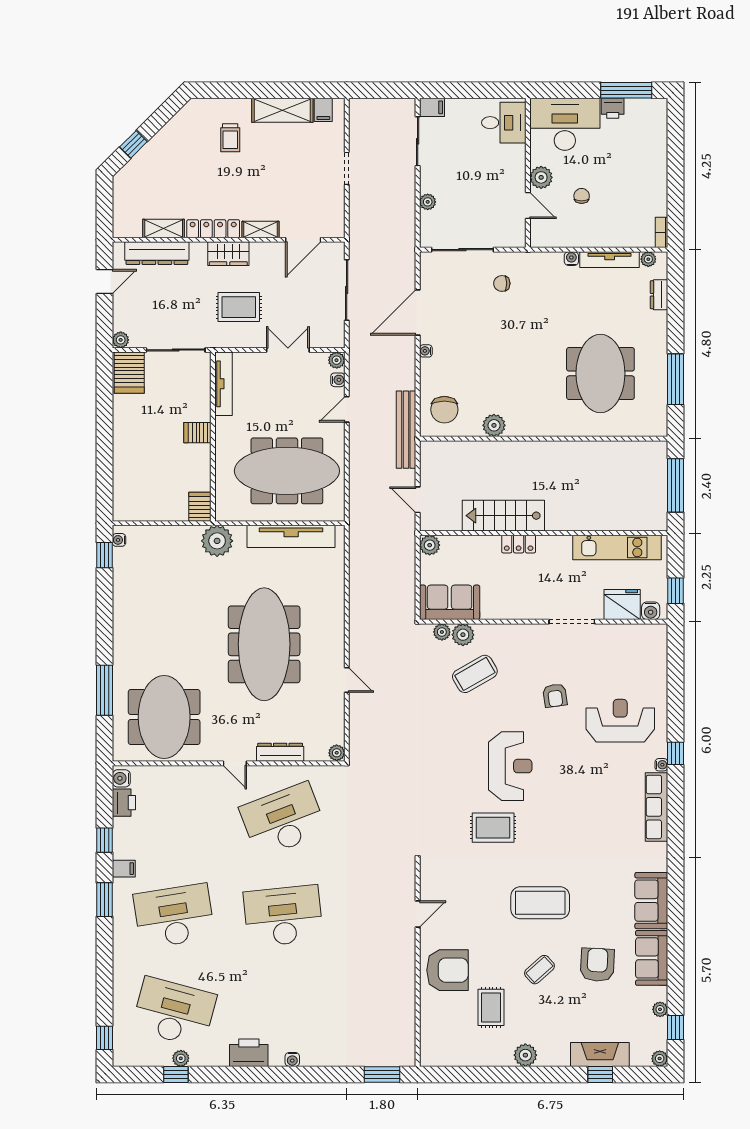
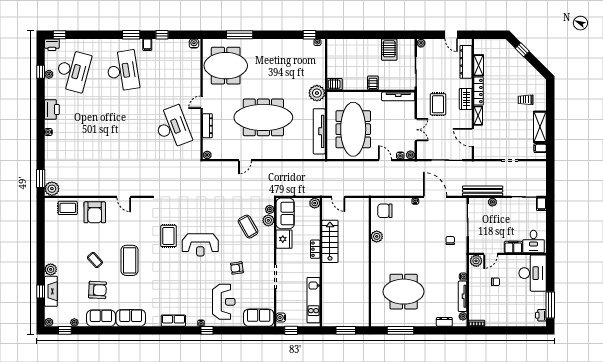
printer: (613, 108) -> (541, 315), moved
filing cabinet: (515, 162) -> (513, 247), added
plant: (541, 177) -> (476, 261), moved
server rack: (129, 373) -> (389, 50), moved, turned -90
bench: (406, 430) -> (483, 191), moved
window: (675, 485) -> (346, 330), width x0.69
door: (418, 500) -> (338, 197), swing flipped
fridge: (622, 604) -> (284, 239), moved
sofa: (651, 653) -> (259, 318), added
printer: (124, 803) -> (52, 45), moved
row of seats: (656, 807) -> (173, 321), width x0.68
desk: (283, 916) -> (123, 127), removed
rug: (491, 1007) -> (68, 208), moved
plant: (402, 1053) -> (52, 189), added
plant: (525, 1055) -> (51, 269), moved

